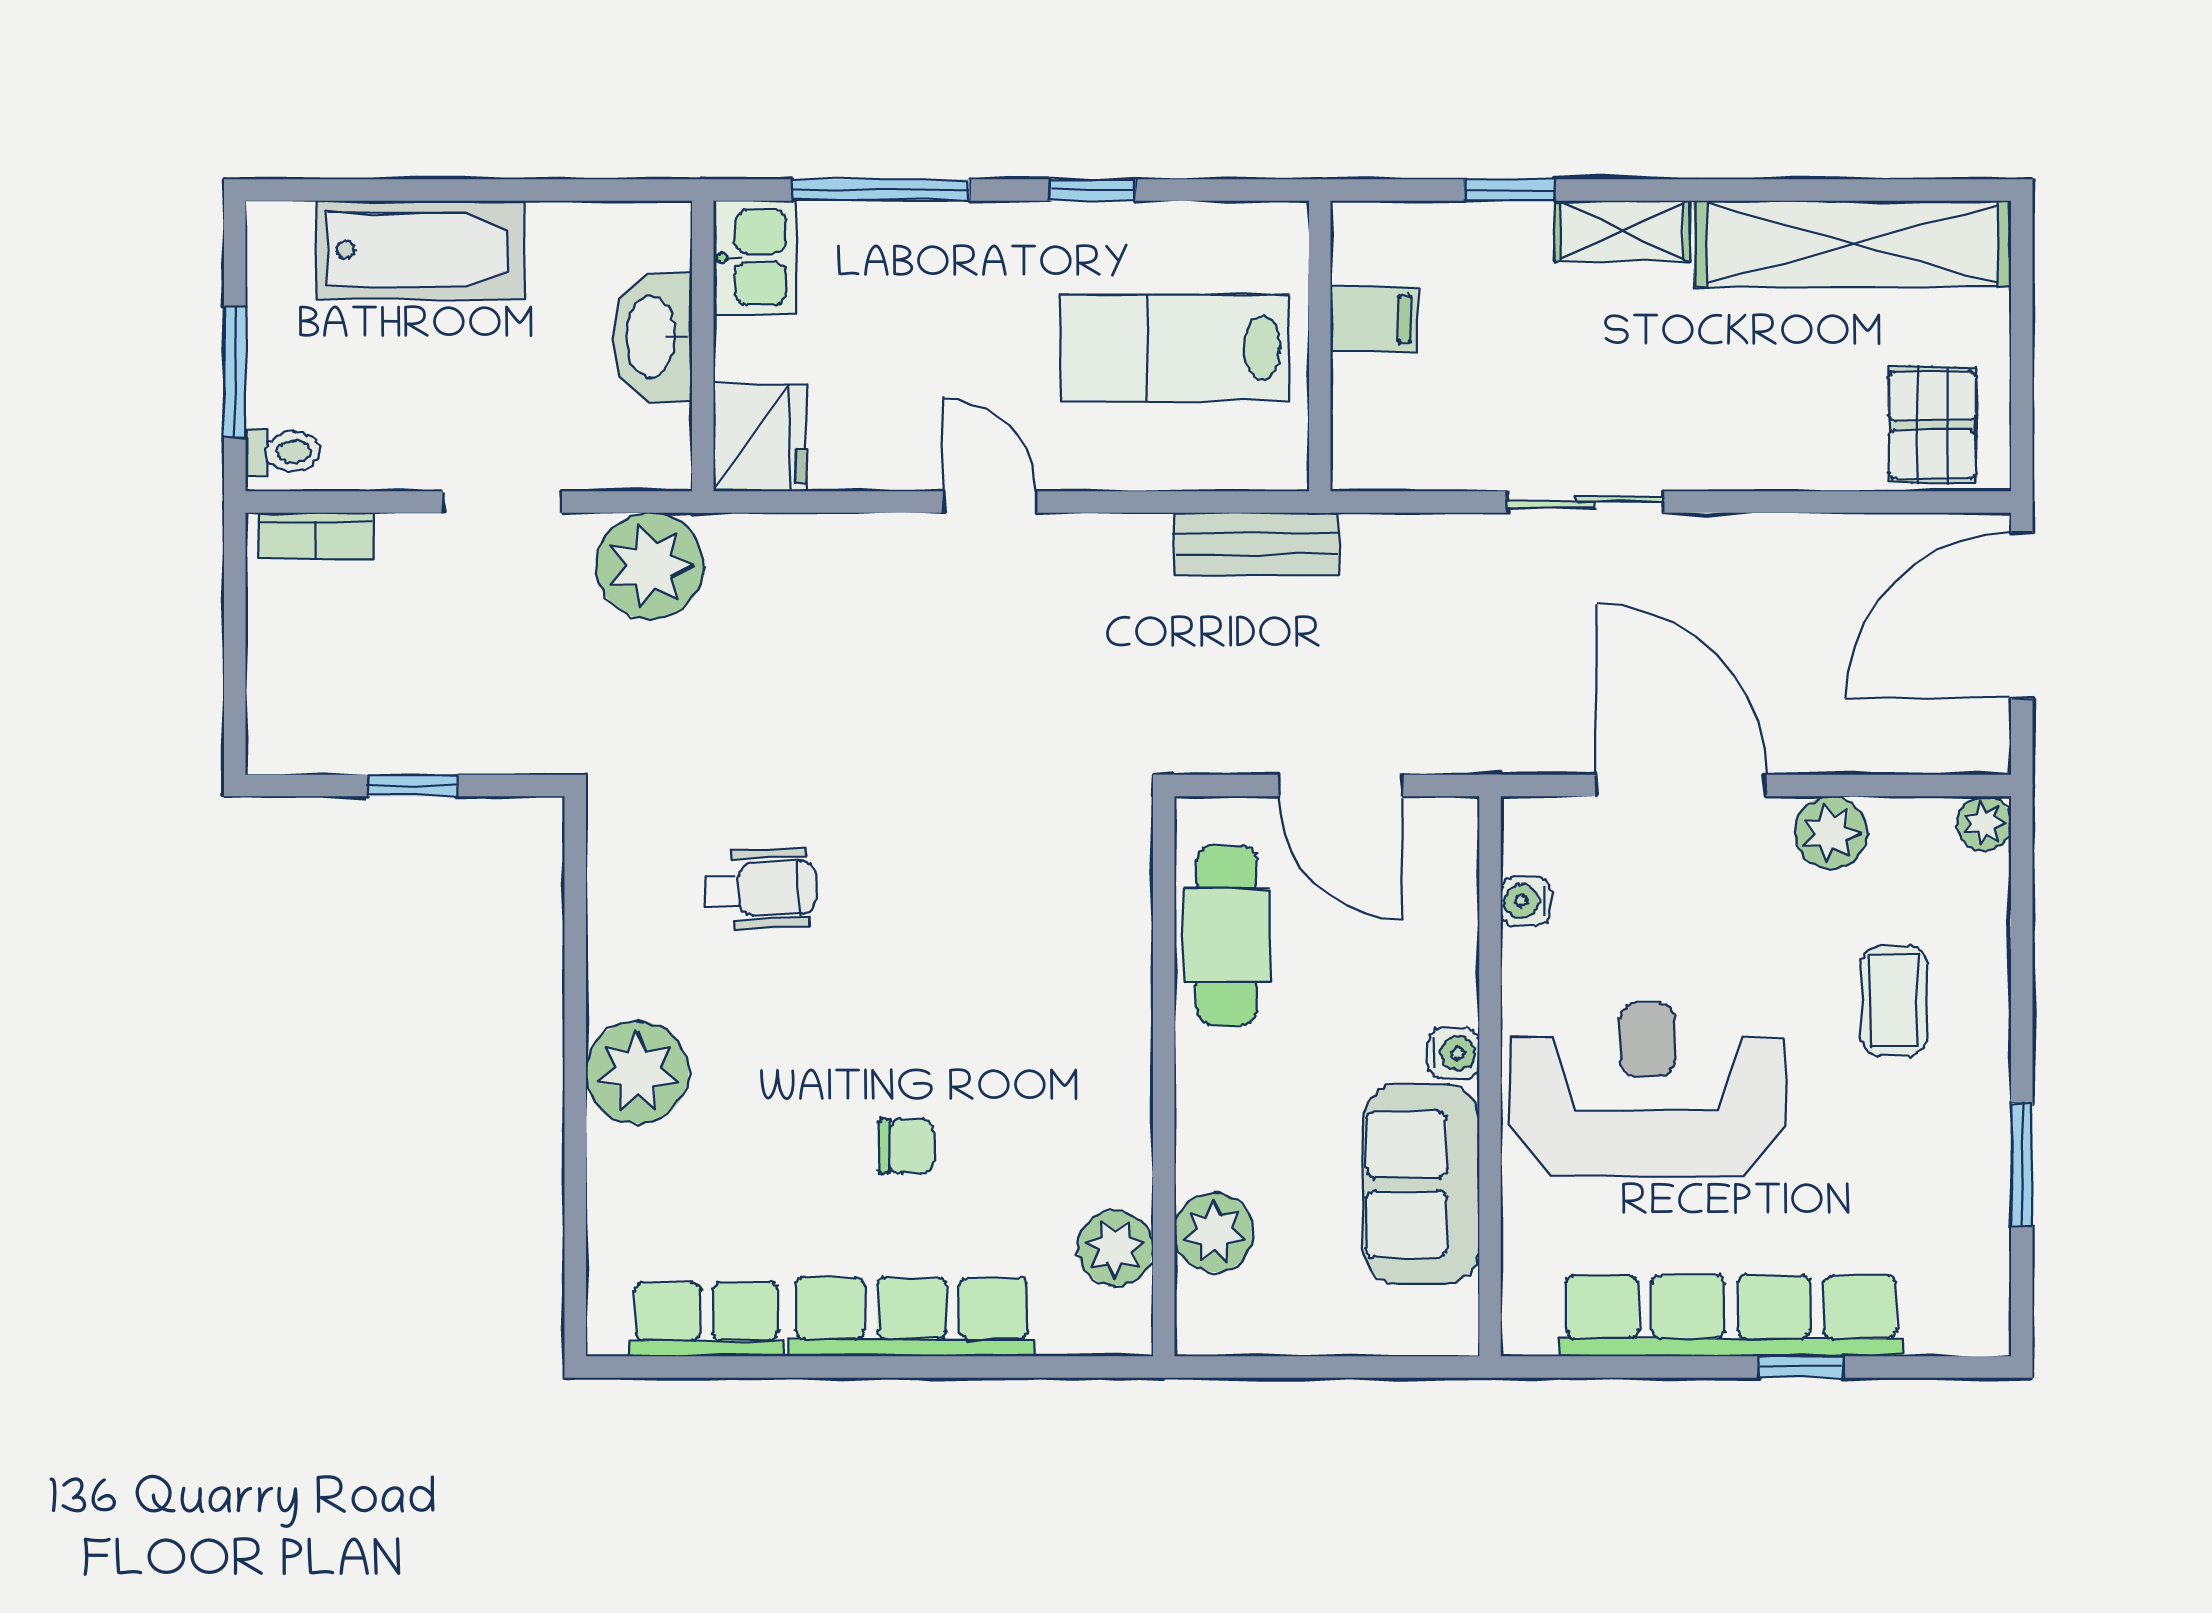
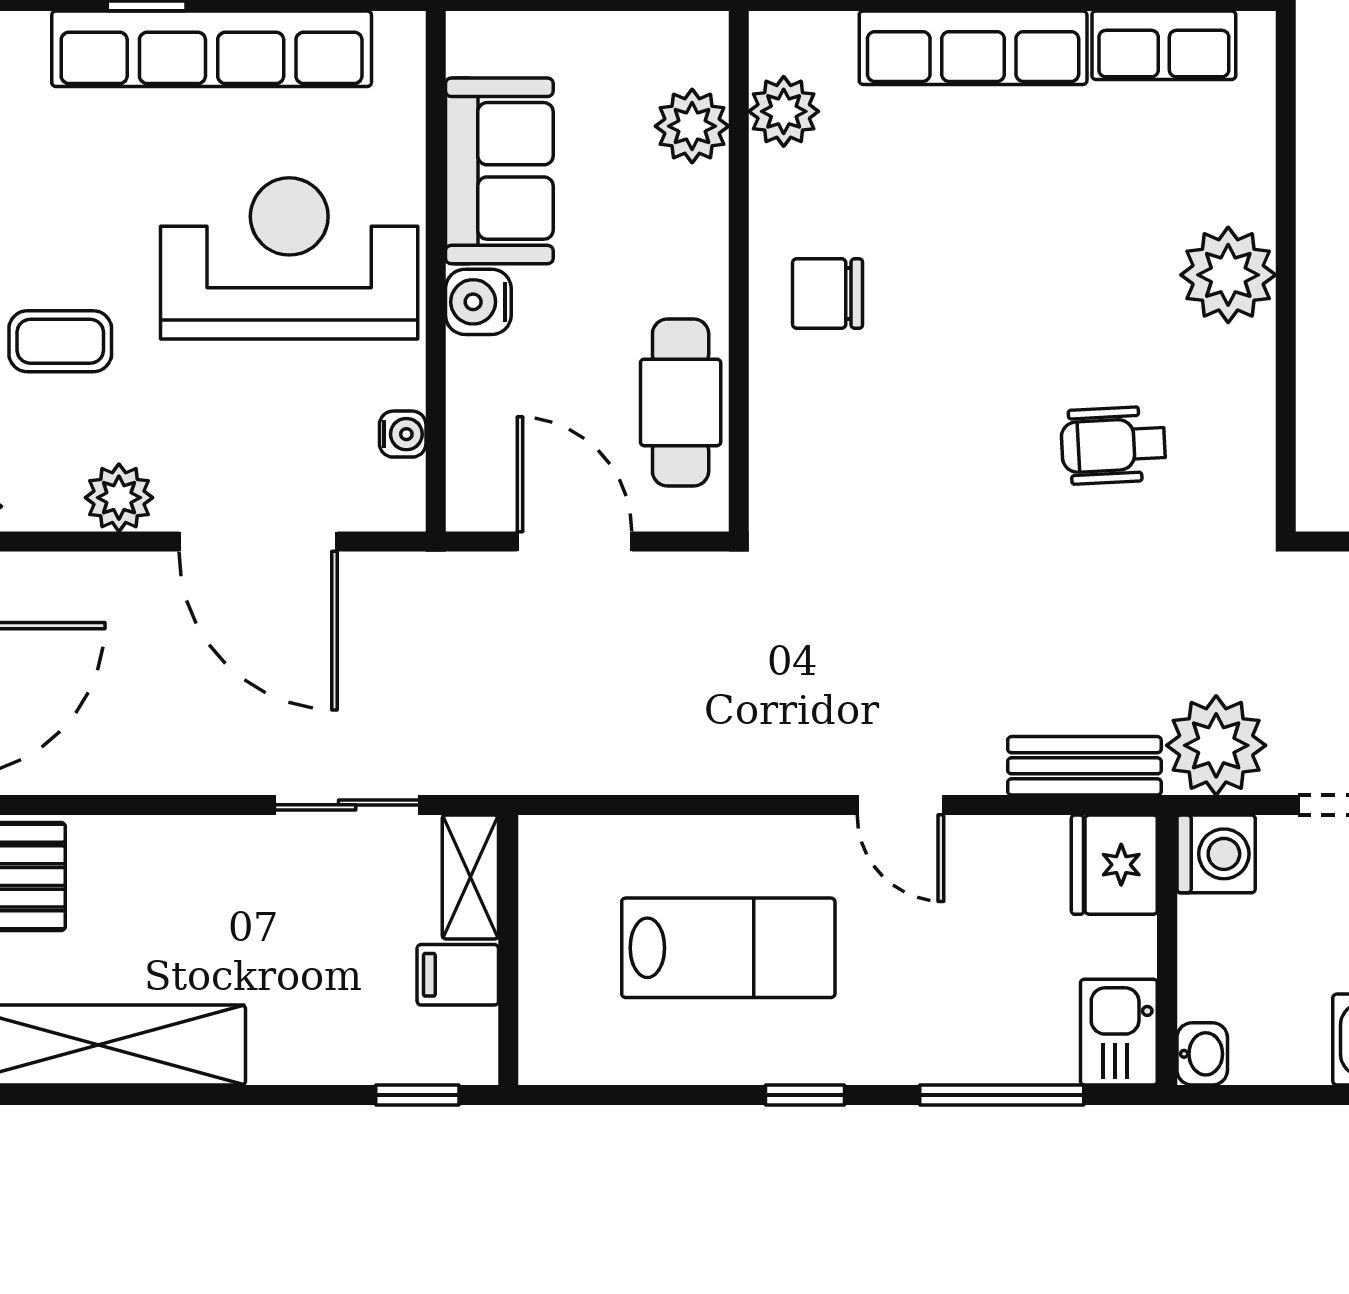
shelving: (1622, 231) -> (470, 877), moved, turned 90
filing cabinet: (1374, 319) -> (458, 975), moved
washbasin: (653, 337) -> (1202, 1054), moved, width x0.52, depth x0.69
wall: (1320, 346) -> (508, 950), moved
washing machine: (650, 449) -> (1216, 854), added
bench: (1256, 544) -> (1084, 766), moved
coffee table: (1894, 1001) -> (60, 341), turned 90
water cooler: (1454, 1053) -> (478, 302), width x1.38, depth x1.38
reception desk: (1648, 1090) -> (289, 258), turned 180
chair: (906, 1146) -> (828, 294), moved, width x1.37, depth x1.37

